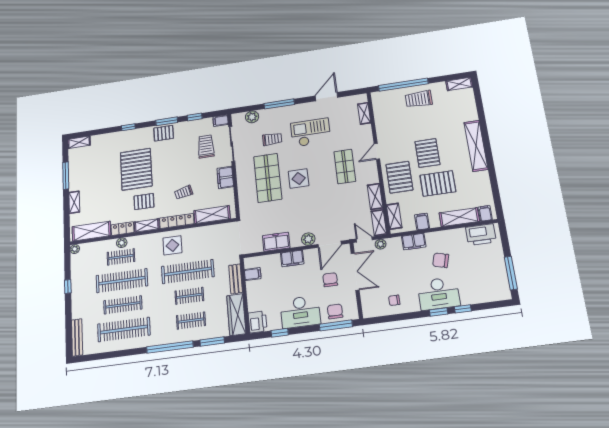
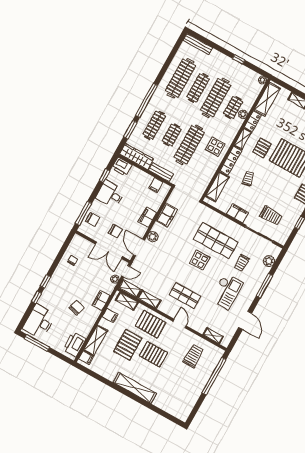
shelving: (459, 84) -> (186, 412), removed
trolley: (419, 99) -> (193, 356), moved
filing cabinet: (221, 121) -> (283, 238), removed
desk: (439, 294) -> (39, 322), moved
desk: (300, 312) -> (110, 194), width x0.73
clothes rail: (191, 321) -> (154, 125), width x1.36

